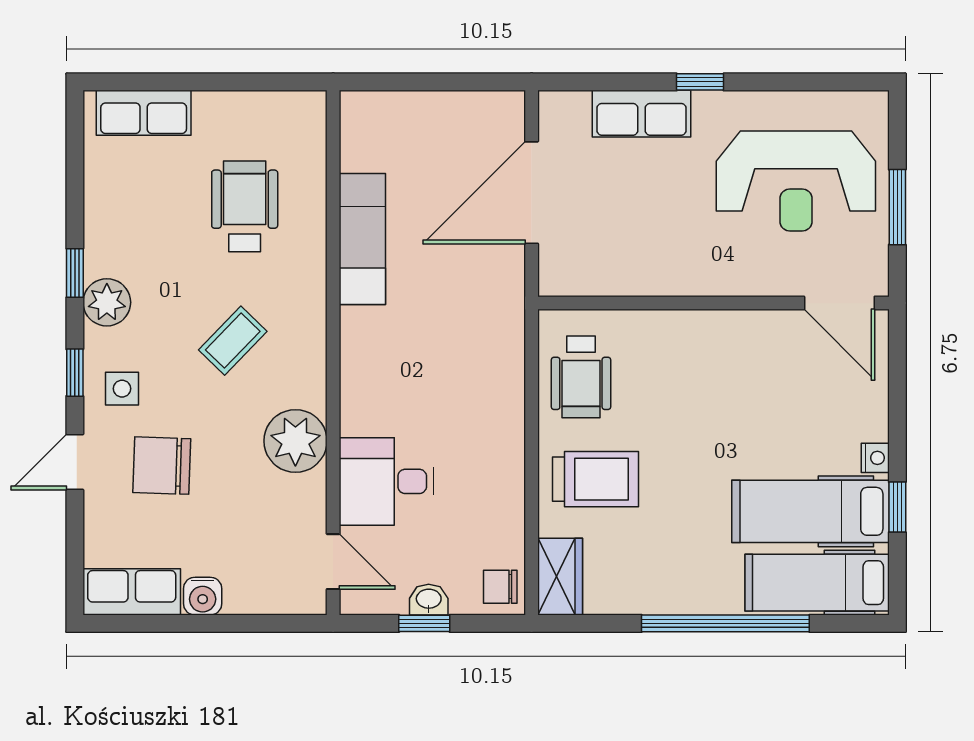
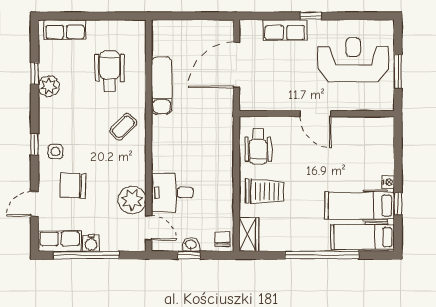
reception desk: (796, 181) -> (353, 60), turned 180
window: (75, 273) -> (35, 73), moved
plant: (107, 302) -> (49, 86), moved
door: (839, 303) -> (316, 114), moved
coffee table: (233, 341) -> (123, 127), moved
plant: (295, 441) -> (132, 200), moved
door: (75, 462) -> (35, 204), moved
chair: (500, 587) -> (222, 239), turned 90
window: (192, 623) -> (86, 255), added

